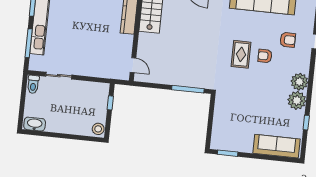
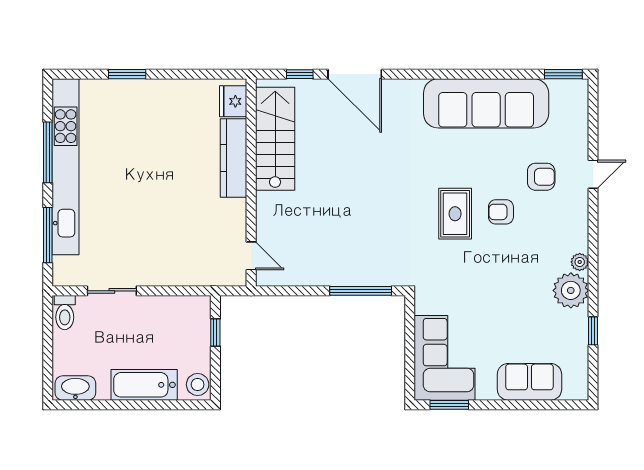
plant: (299, 82) -> (580, 262), width x0.53, depth x0.53
bathtub: (70, 126) -> (144, 385), added
corner sofa: (228, 129) -> (445, 358), added
sofa: (276, 146) -> (529, 382), width x0.73

